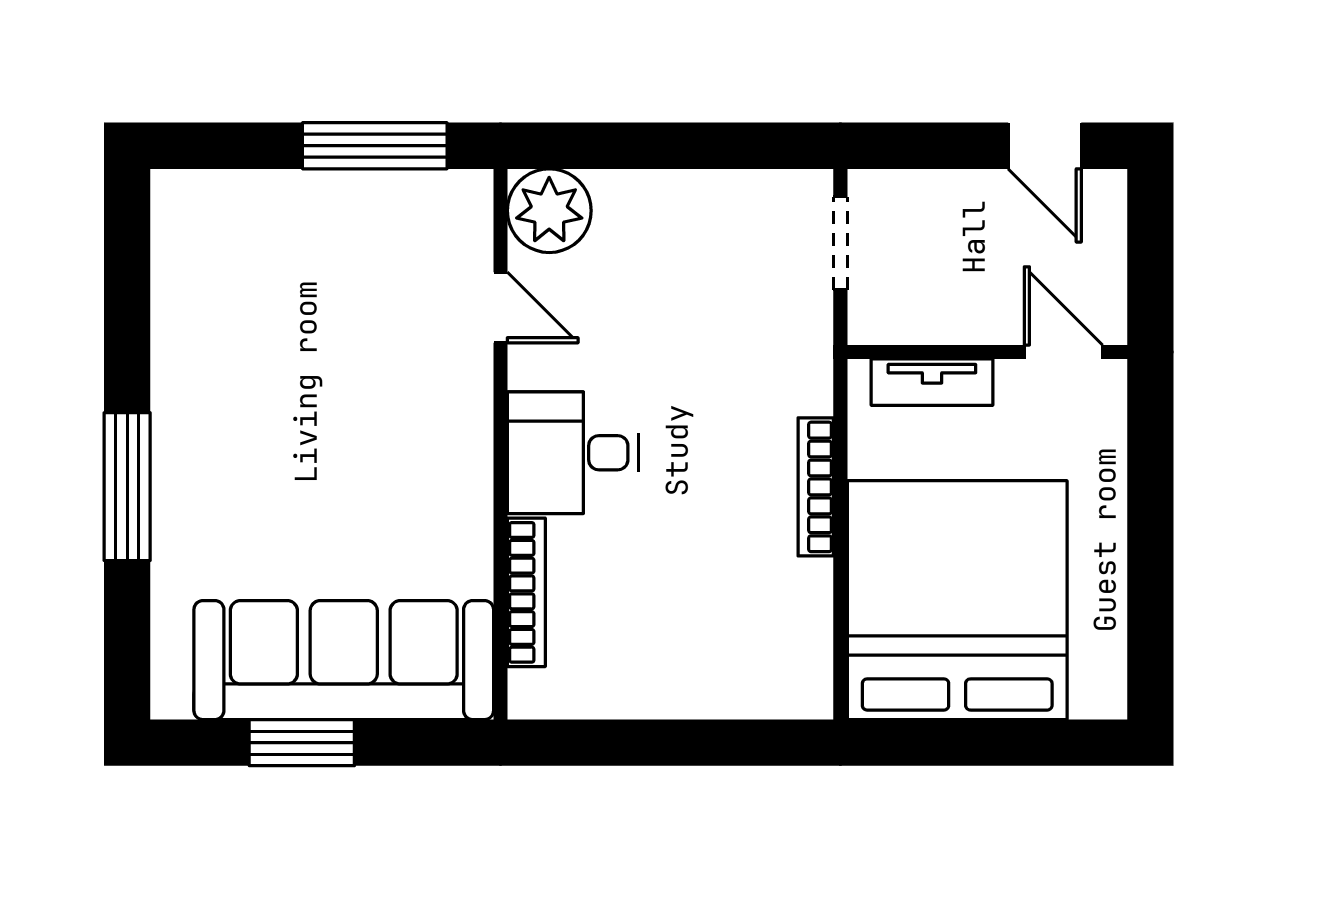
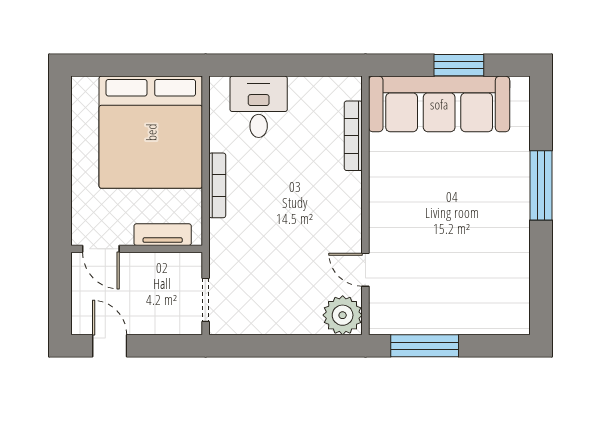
desk: (573, 453) -> (259, 107), moved, turned -90

